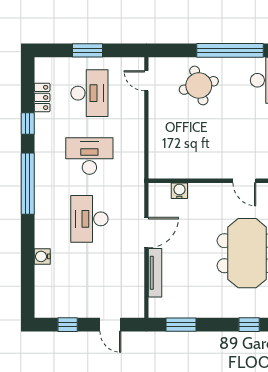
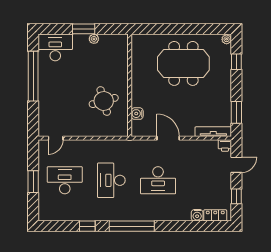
round table: (199, 85) -> (104, 101), moved
locker: (42, 97) -> (215, 215), moved
door: (244, 181) -> (130, 65), removed
water cooler: (42, 256) -> (197, 215), moved
tv unit: (155, 273) -> (213, 132), moved
printer: (136, 309) -> (225, 145), added

